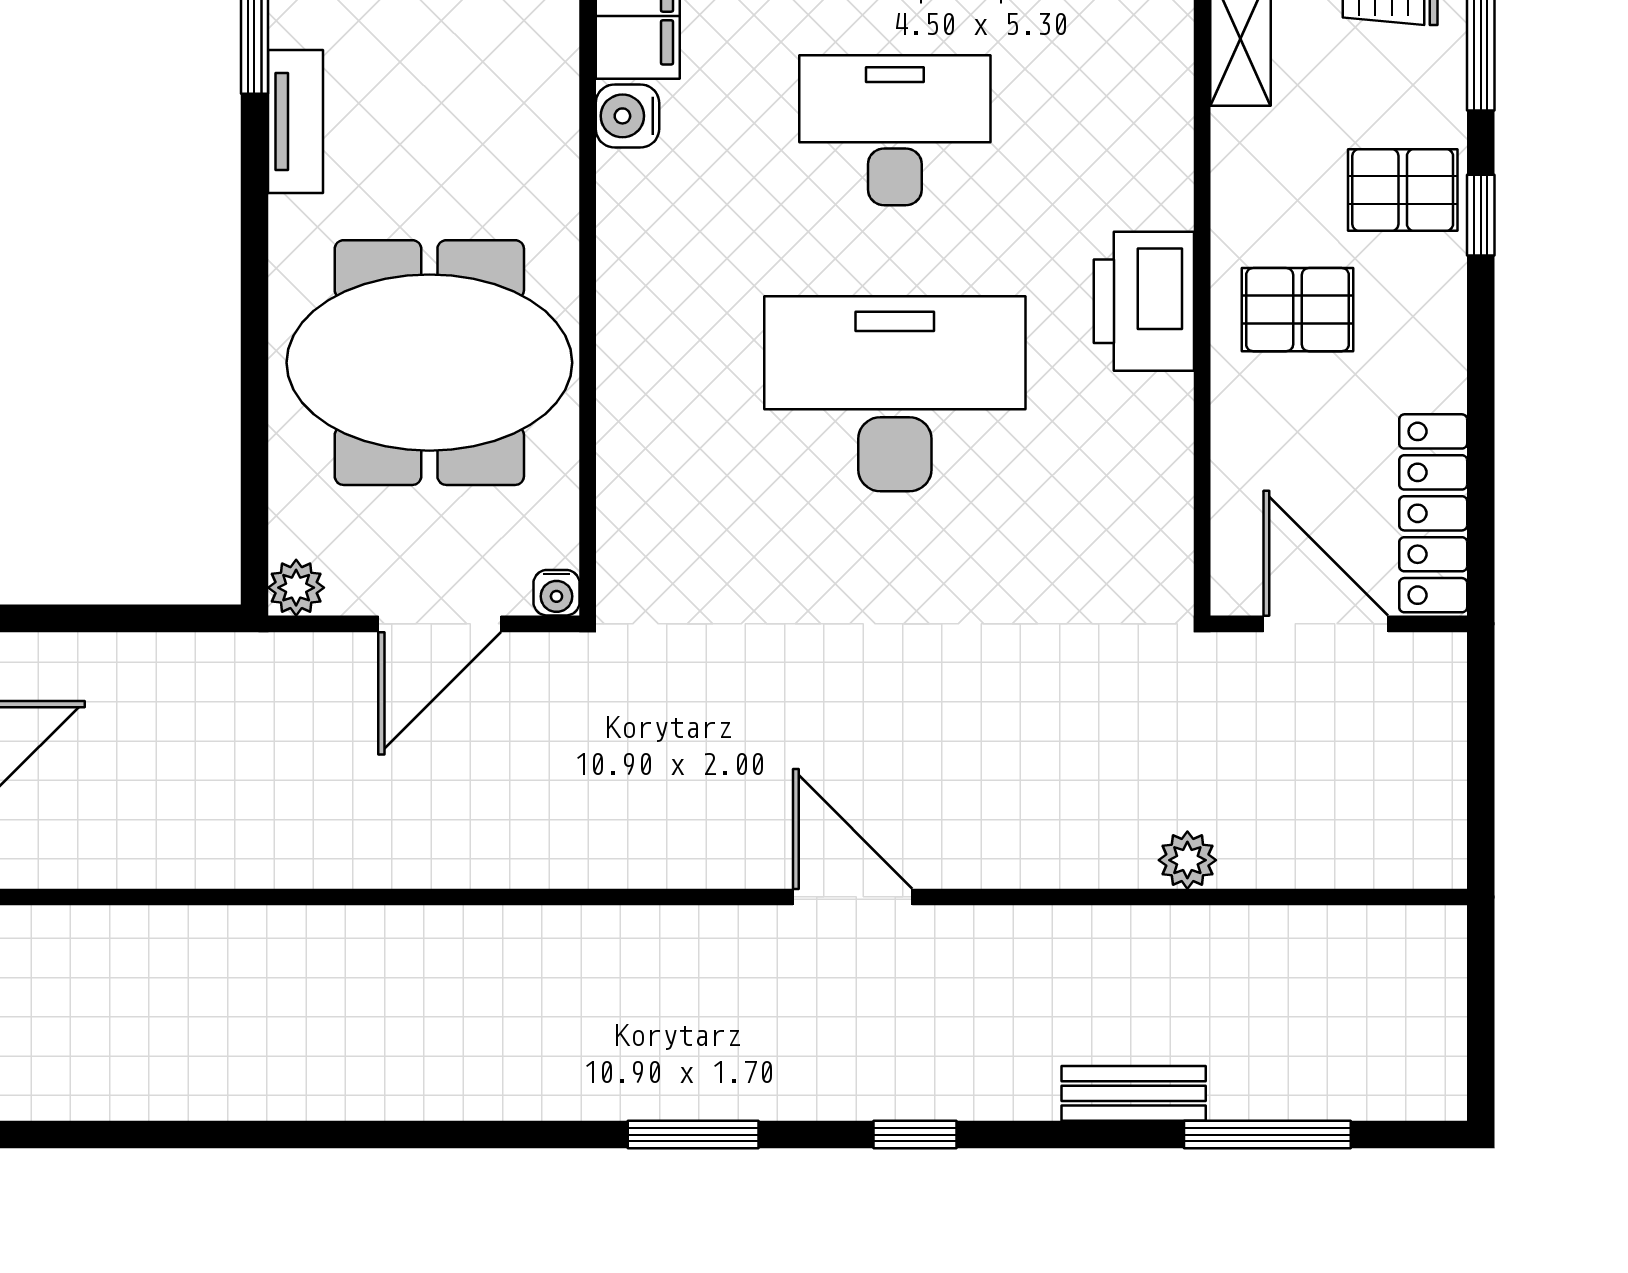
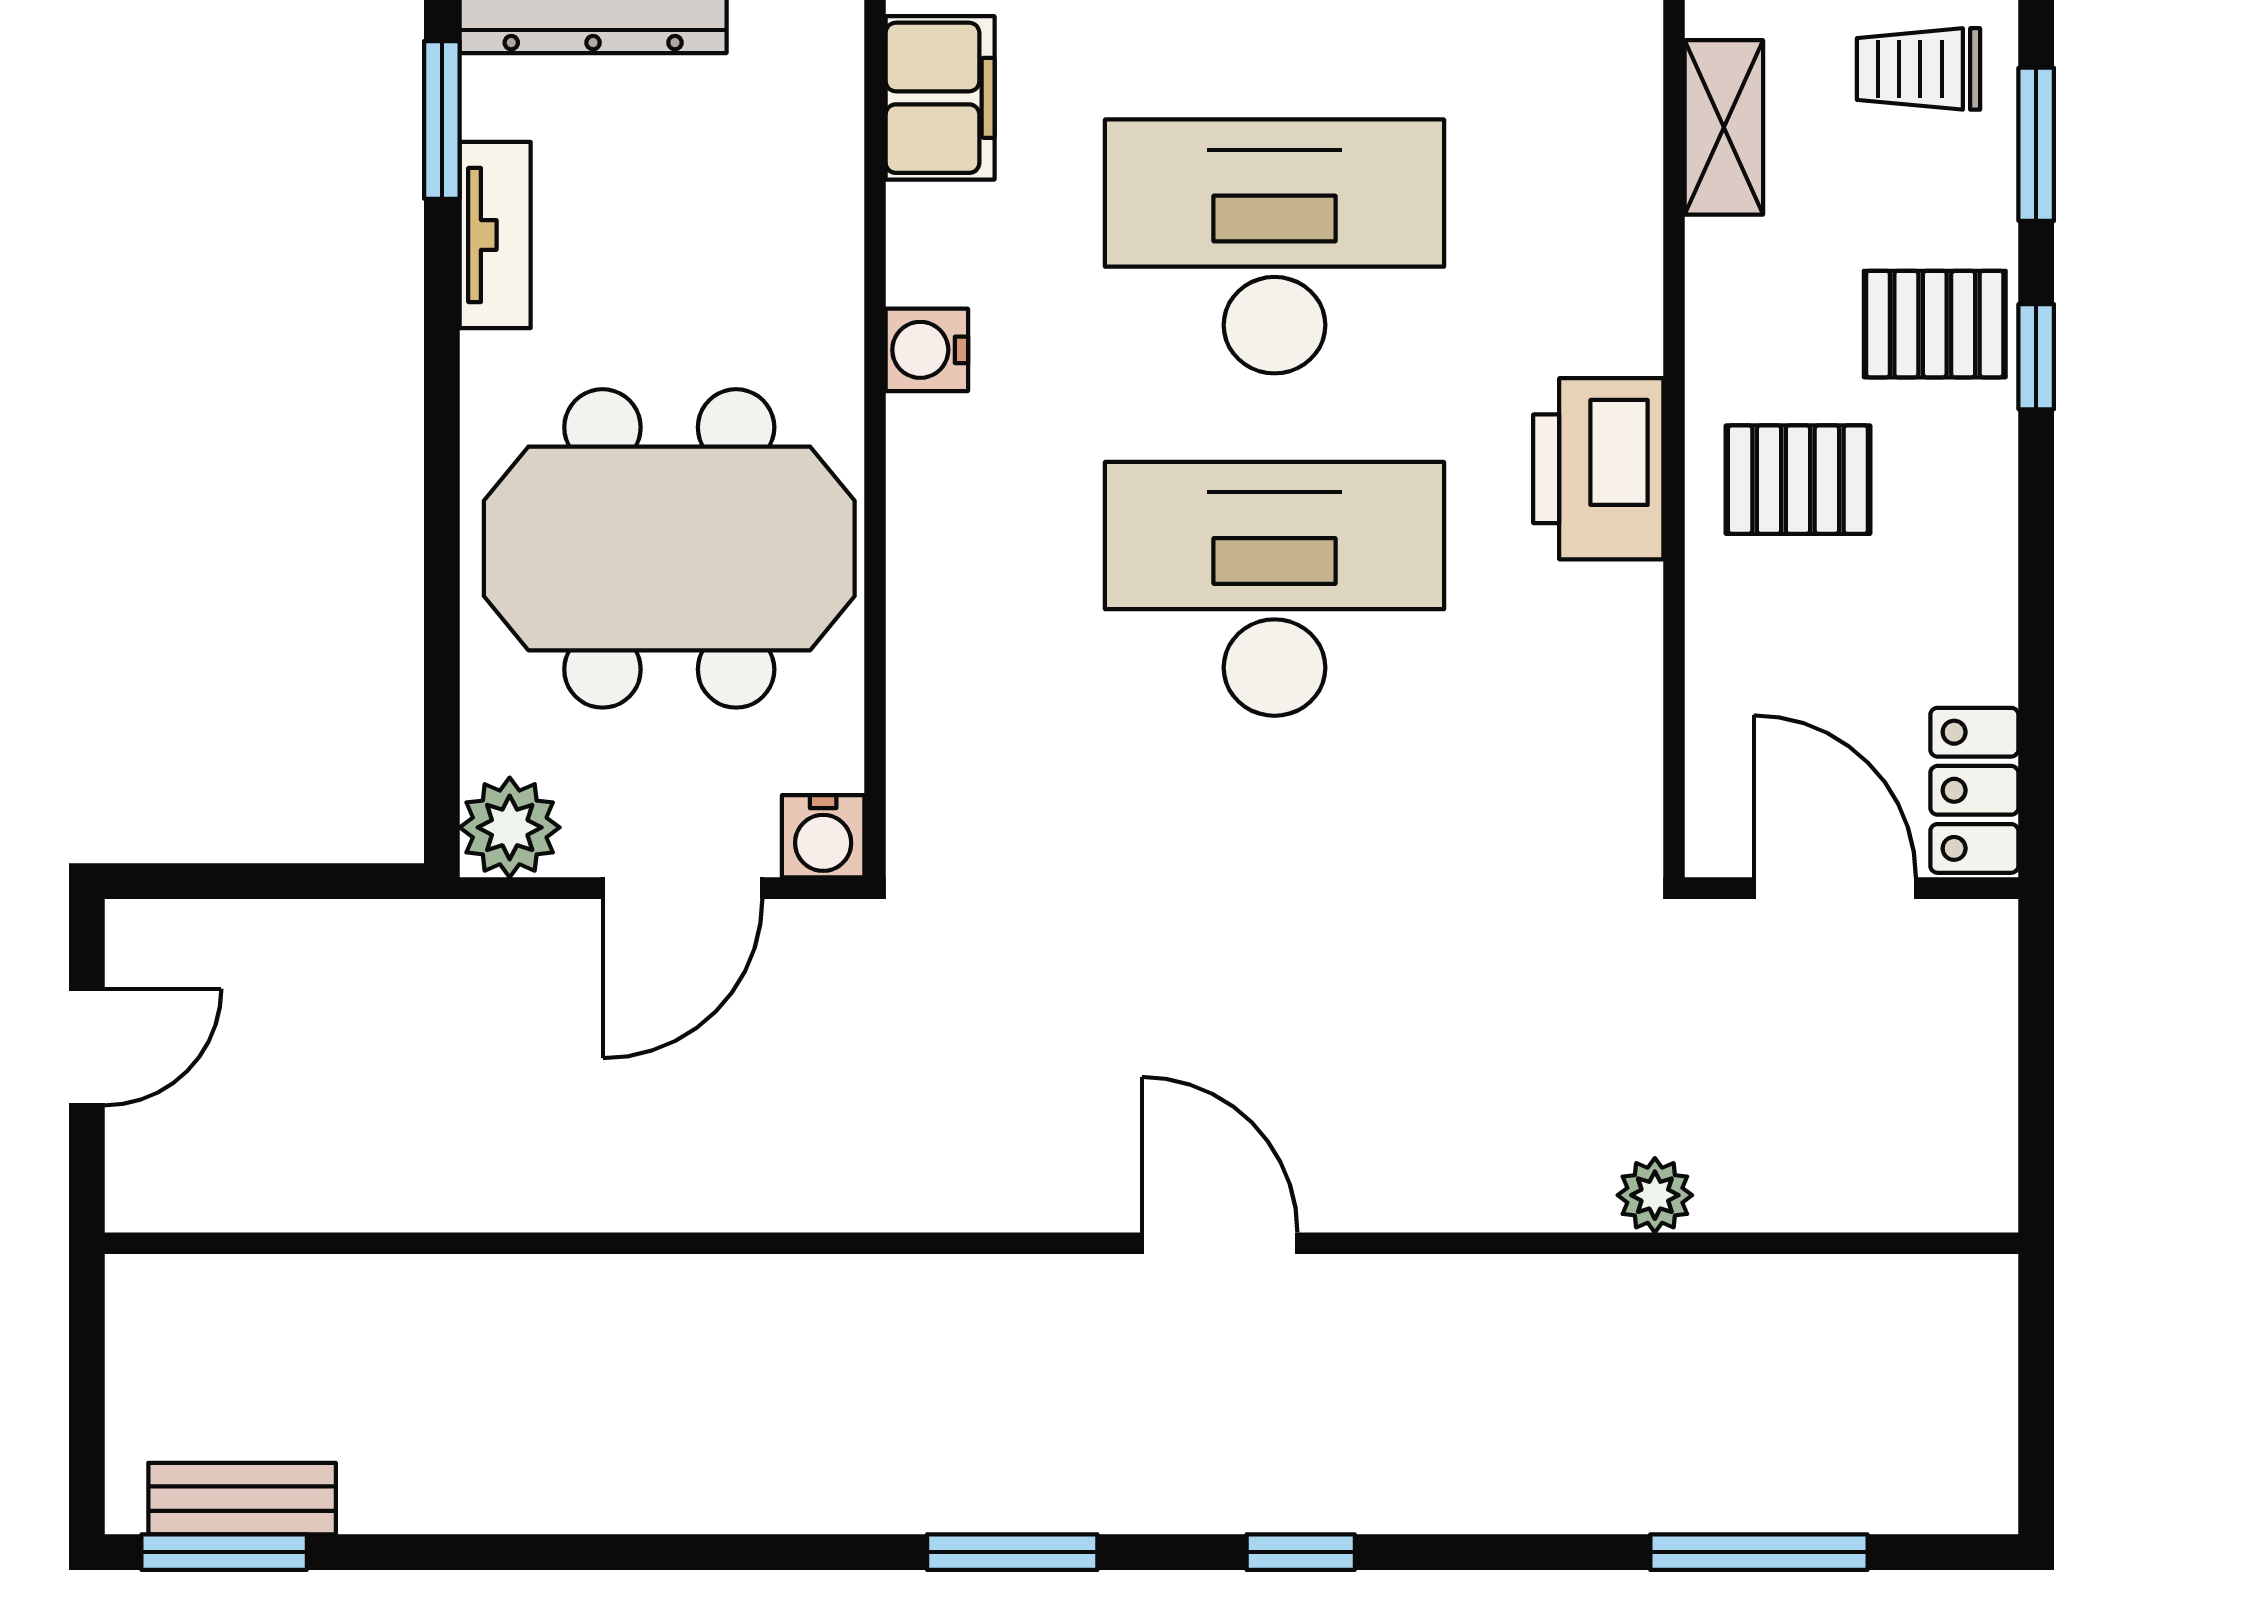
water cooler: (627, 116) -> (927, 350), moved
desk: (895, 130) -> (1274, 246), width x1.36, depth x1.30
locker: (1433, 513) -> (1974, 790), width x0.66
plant: (296, 588) -> (510, 827), width x1.38, depth x1.38
water cooler: (556, 593) -> (823, 836), width x1.38, depth x1.38
bench: (1134, 1093) -> (242, 1499), moved
window: (87, 1135) -> (224, 1552), added

